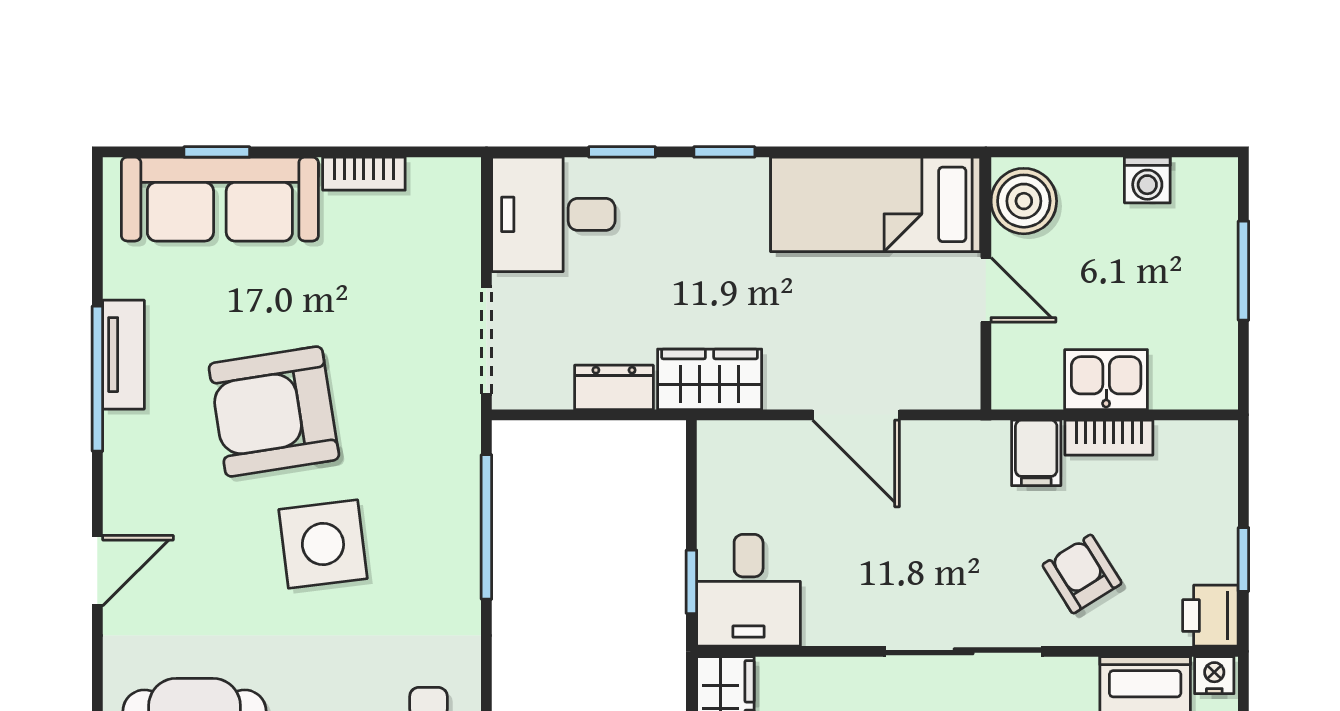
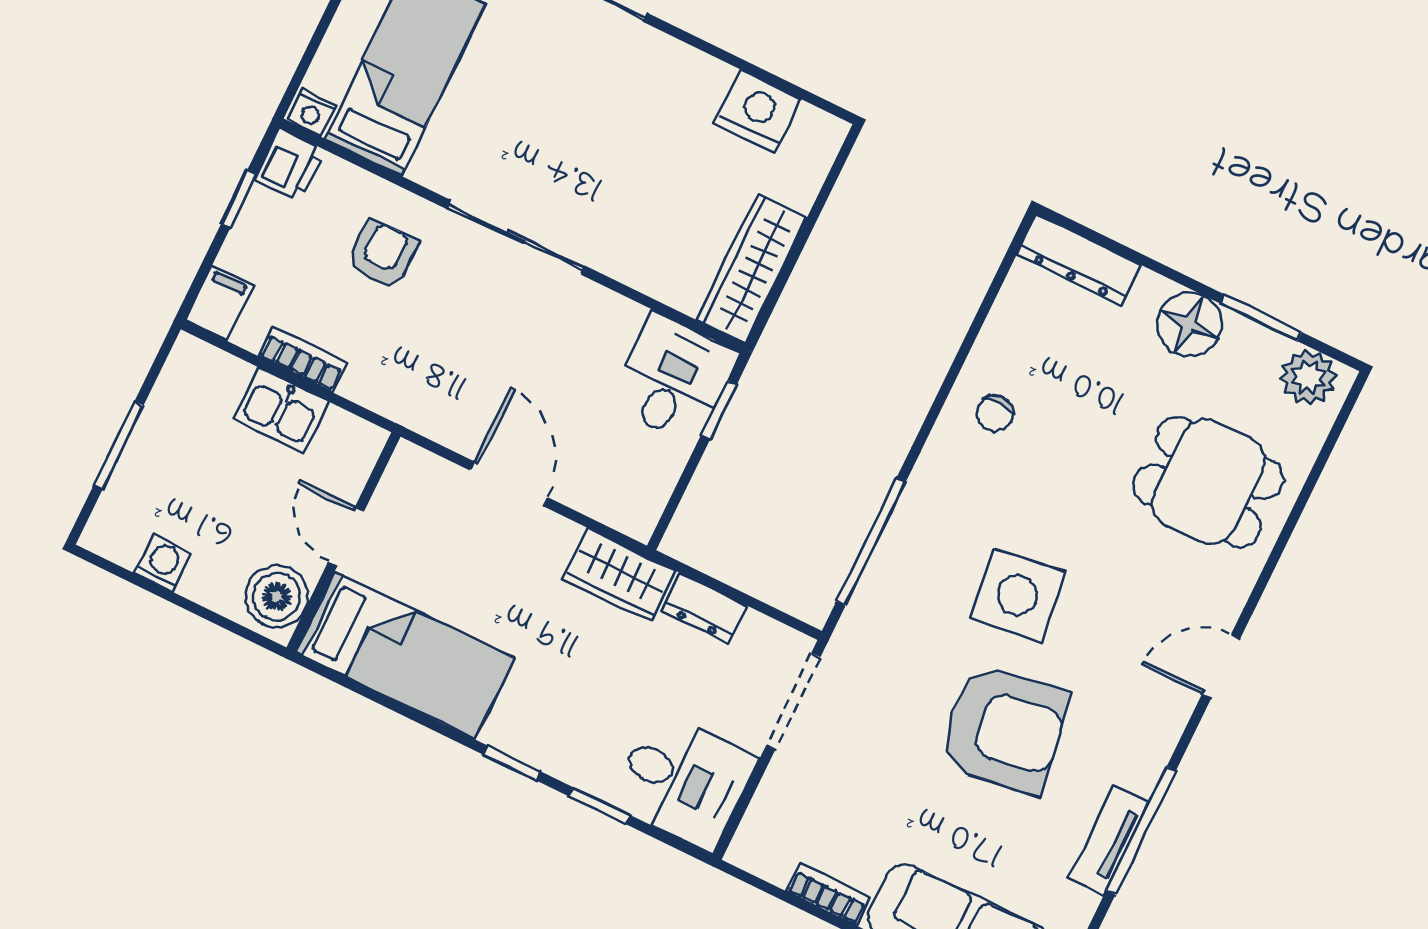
filing cabinet: (1036, 453) -> (220, 303), moved
armchair: (1082, 574) -> (382, 254), turned -148

